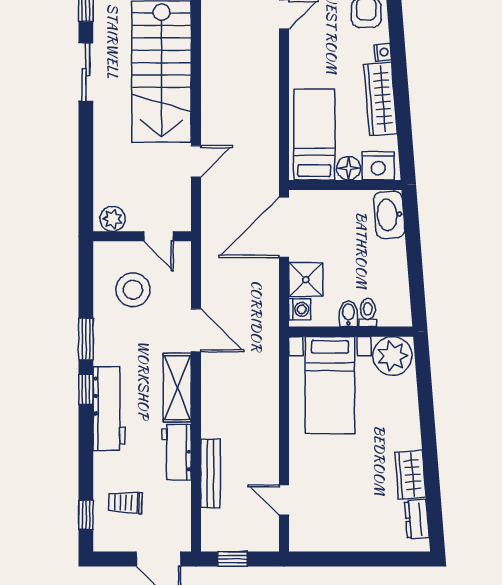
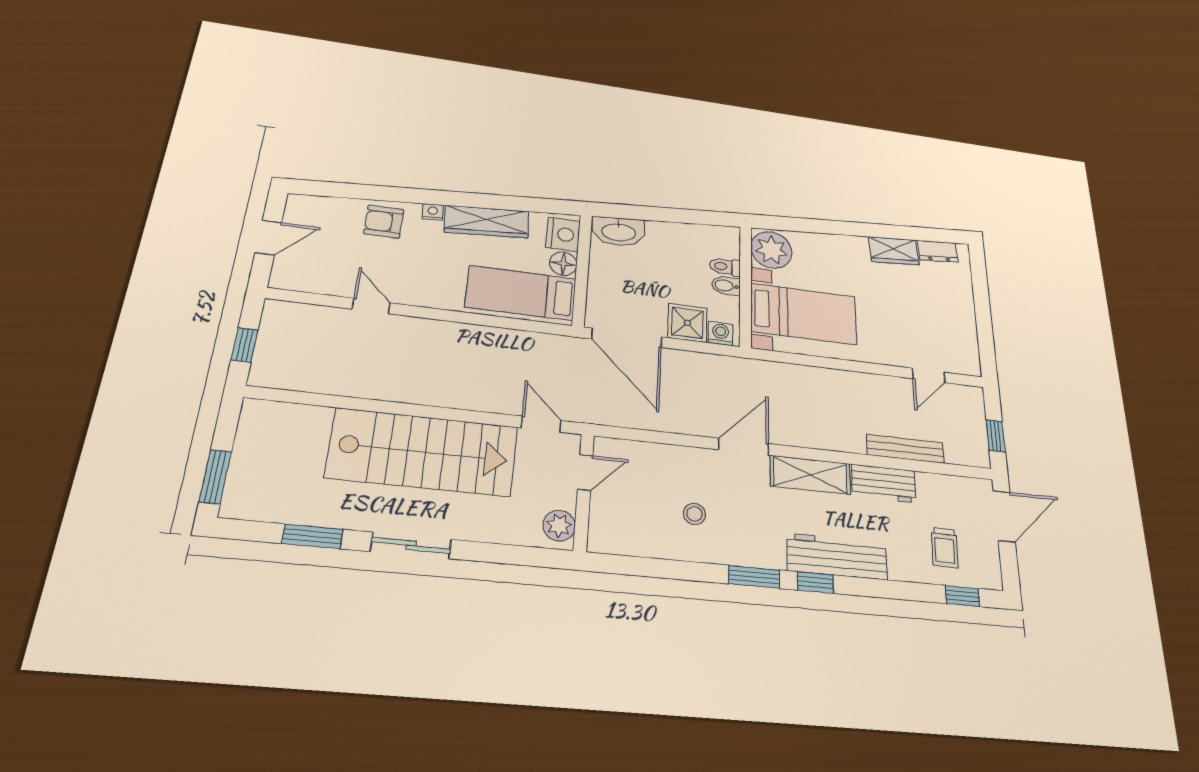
plant: (113, 219) -> (559, 525), moved
wall: (142, 236) -> (584, 492), moved
door: (159, 236) -> (585, 472), moved
stool: (133, 290) -> (694, 514), width x0.53, depth x0.53

